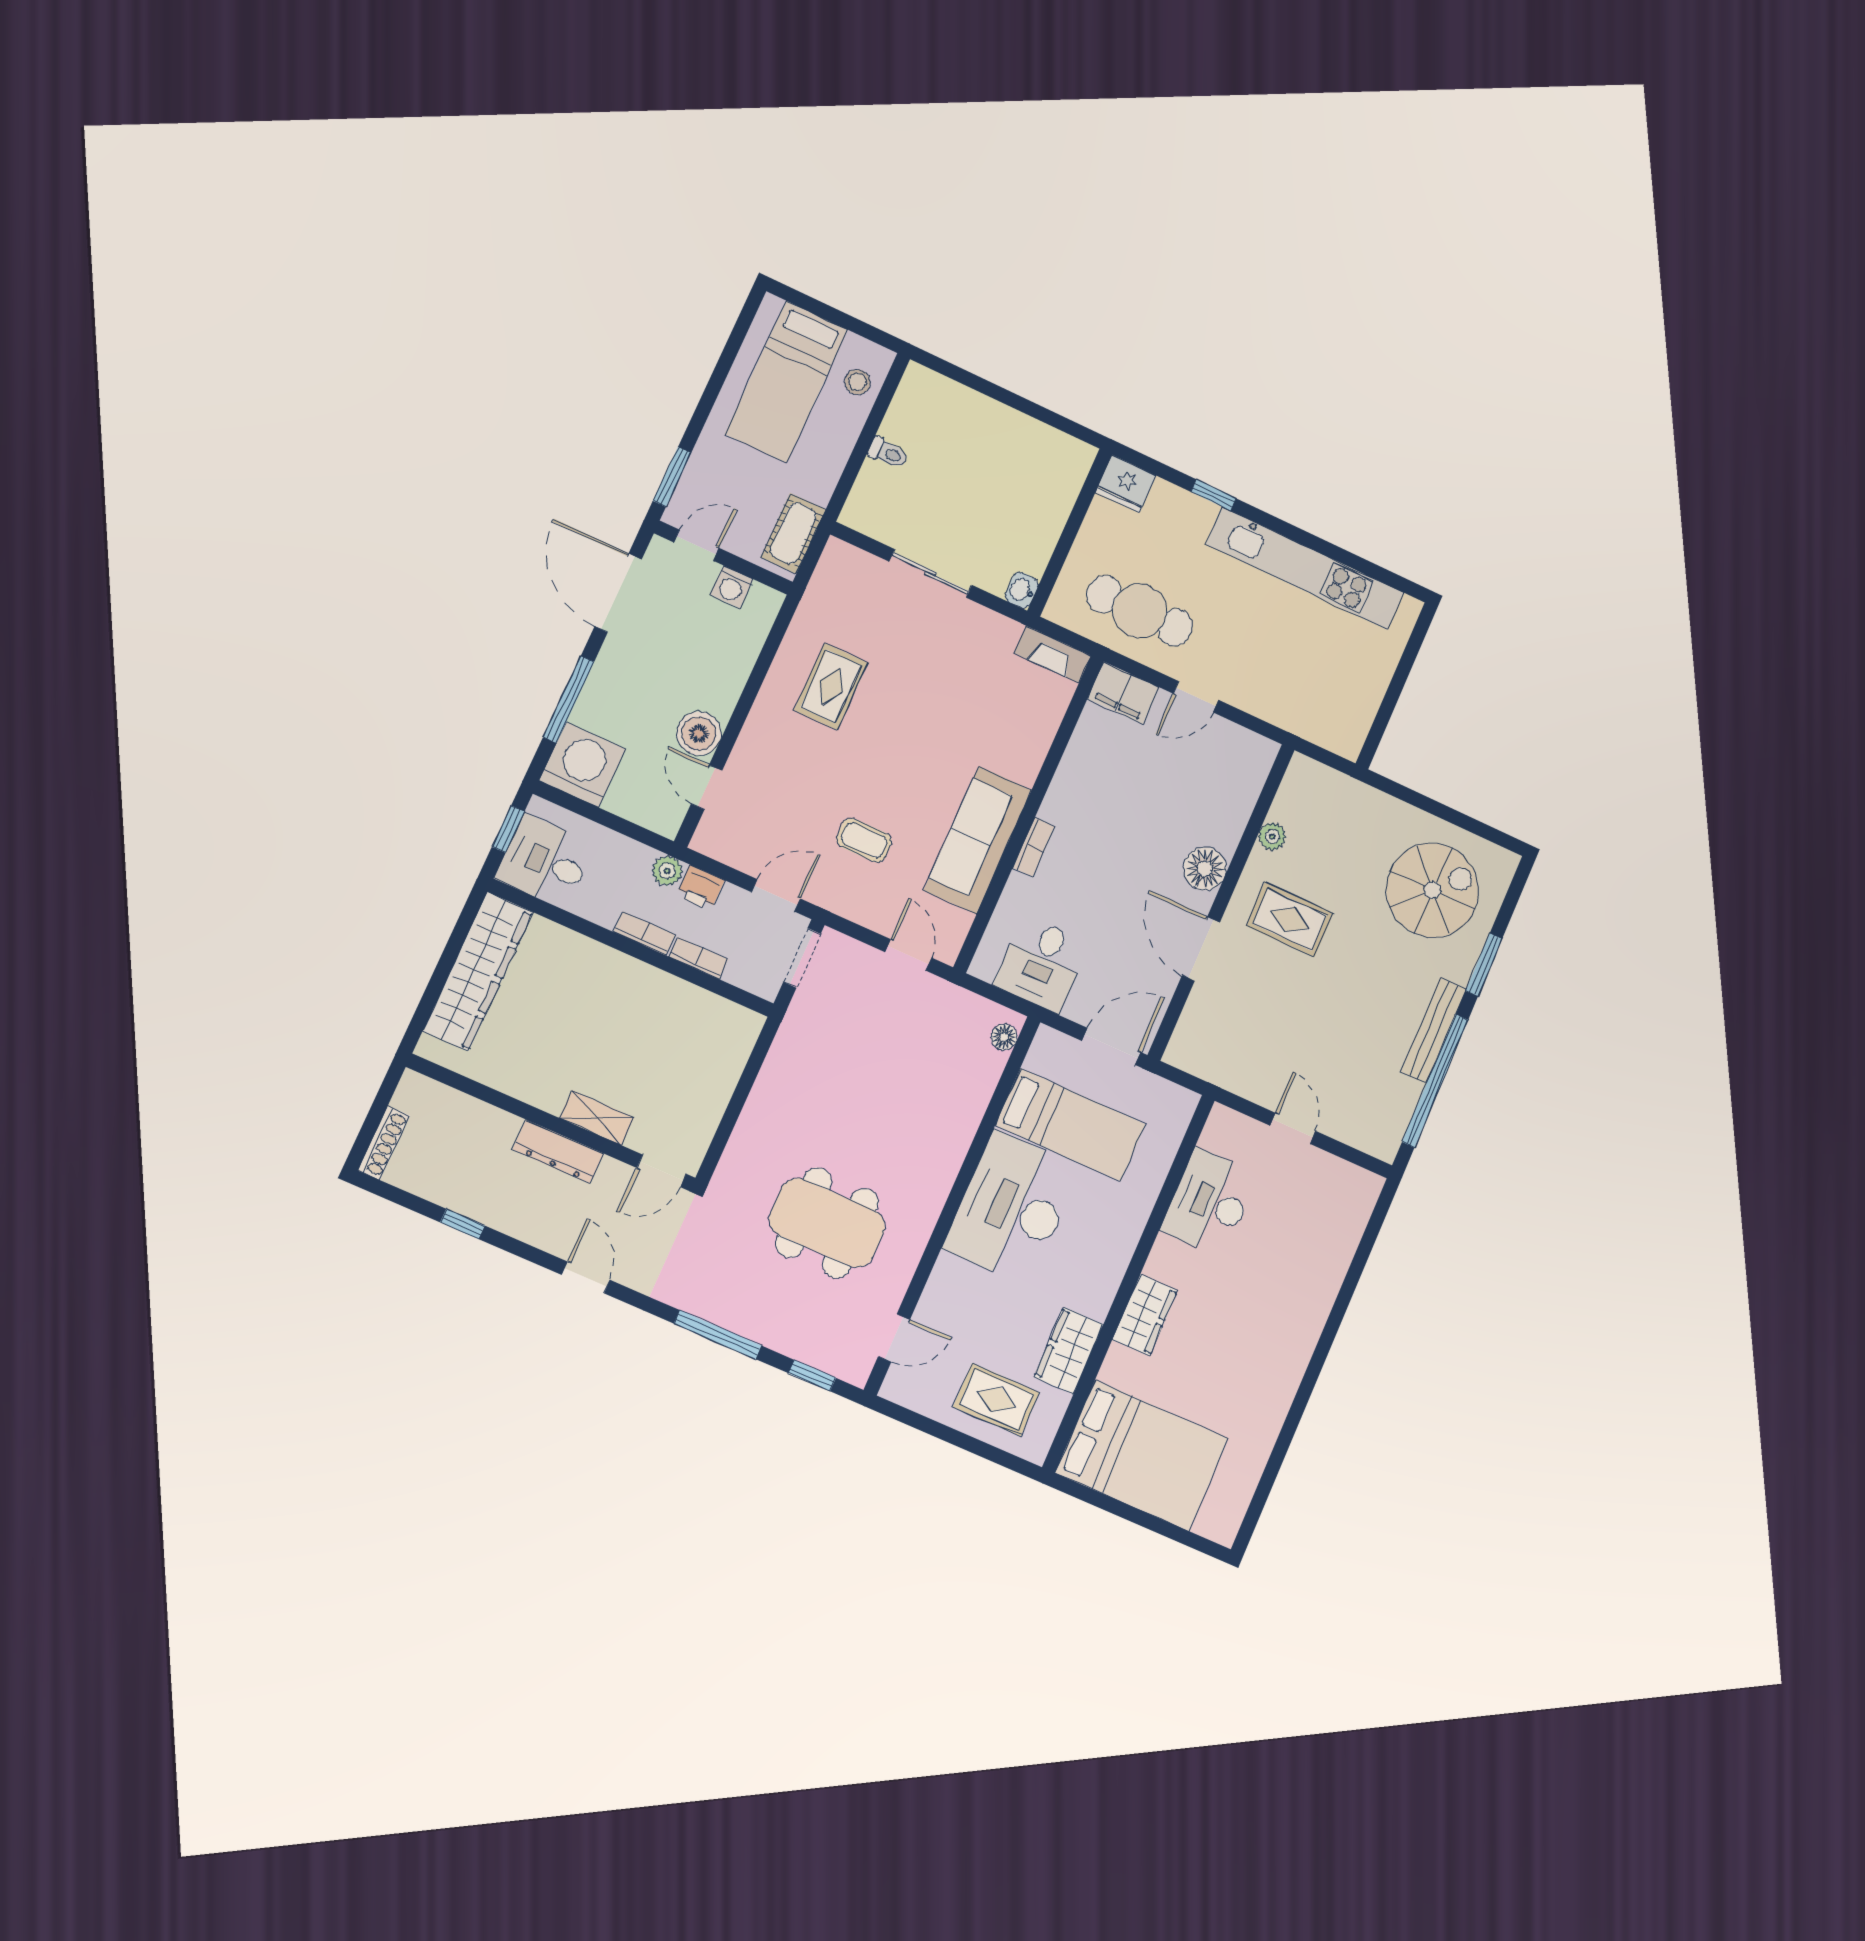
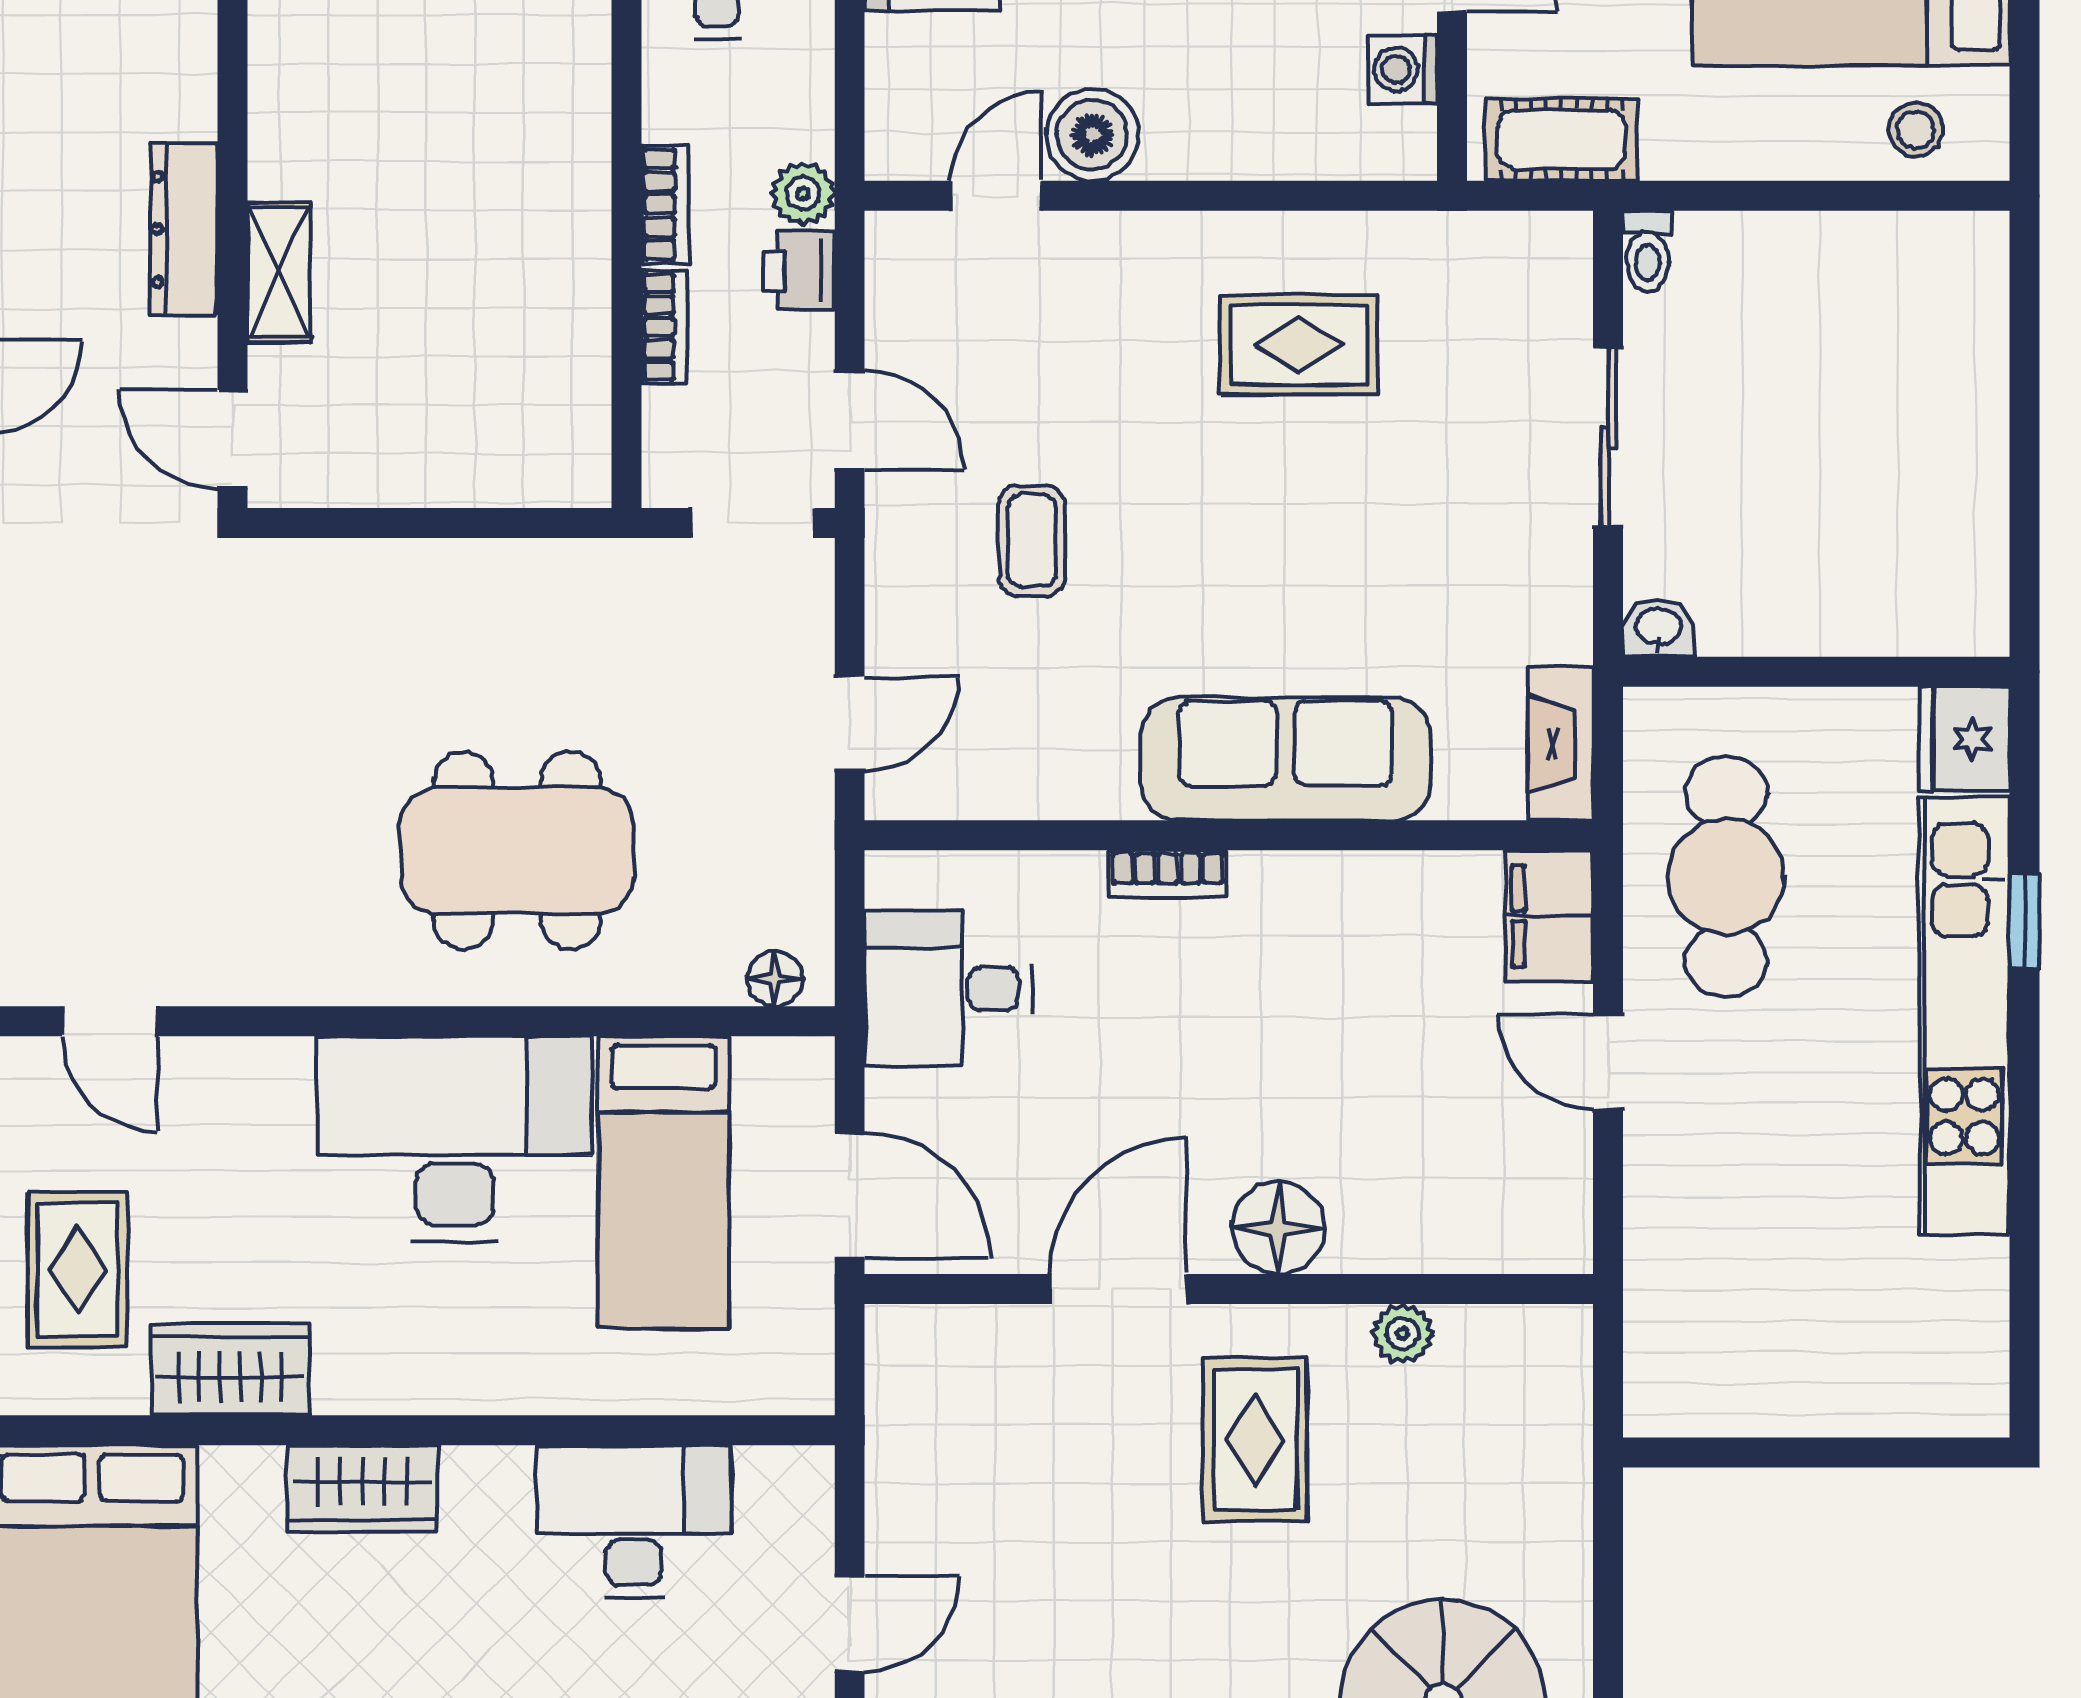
toilet: (888, 453) -> (1648, 251), moved
kitchen unit: (1305, 568) -> (1964, 1016), moved
sofa: (978, 840) -> (1286, 759), moved
dining table: (827, 1223) -> (517, 850), moved, turned 90

